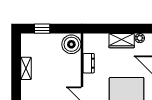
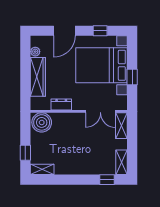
wardrobe: (122, 41) -> (38, 77), width x1.50
shelving: (26, 68) -> (42, 169), moved

